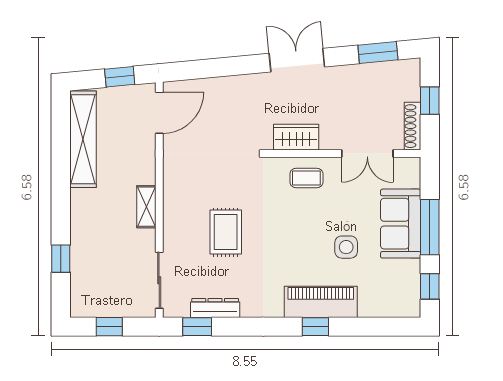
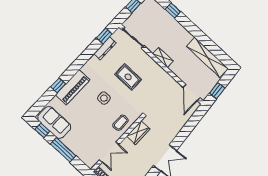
double door: (367, 153) -> (109, 152), swing flipped
sofa: (401, 224) -> (54, 123), moved
side table: (346, 247) -> (104, 98), moved
window: (315, 327) -> (58, 85), moved

